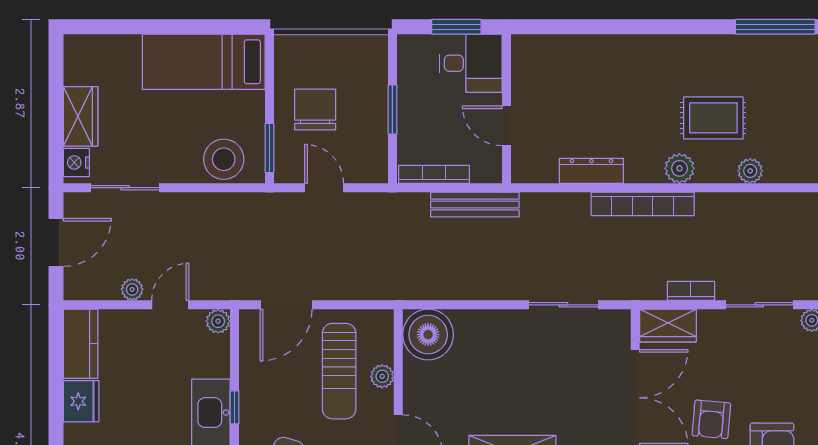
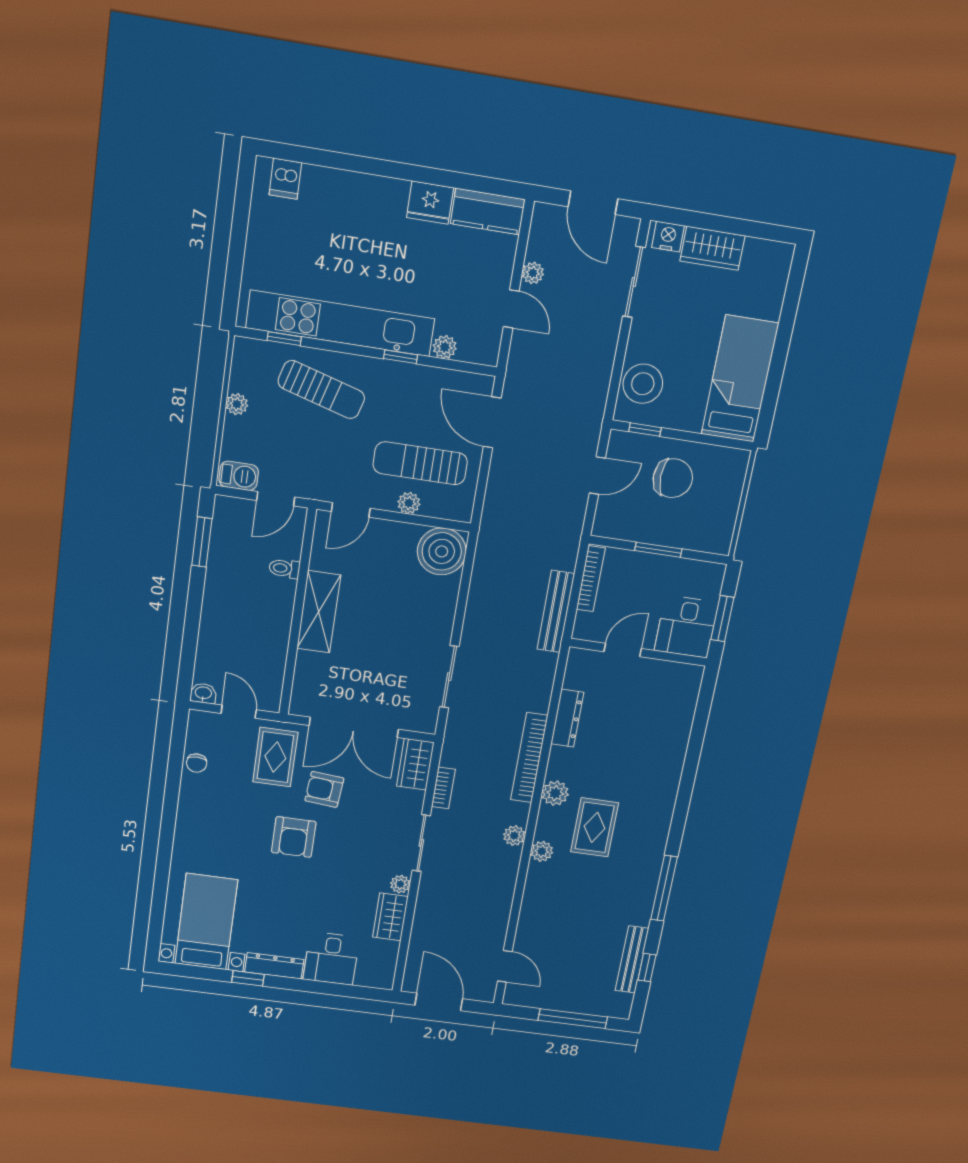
window: (270, 148) -> (645, 430), width x0.67
plant: (736, 204) -> (514, 836), added
plant: (218, 321) -> (445, 347), moved

